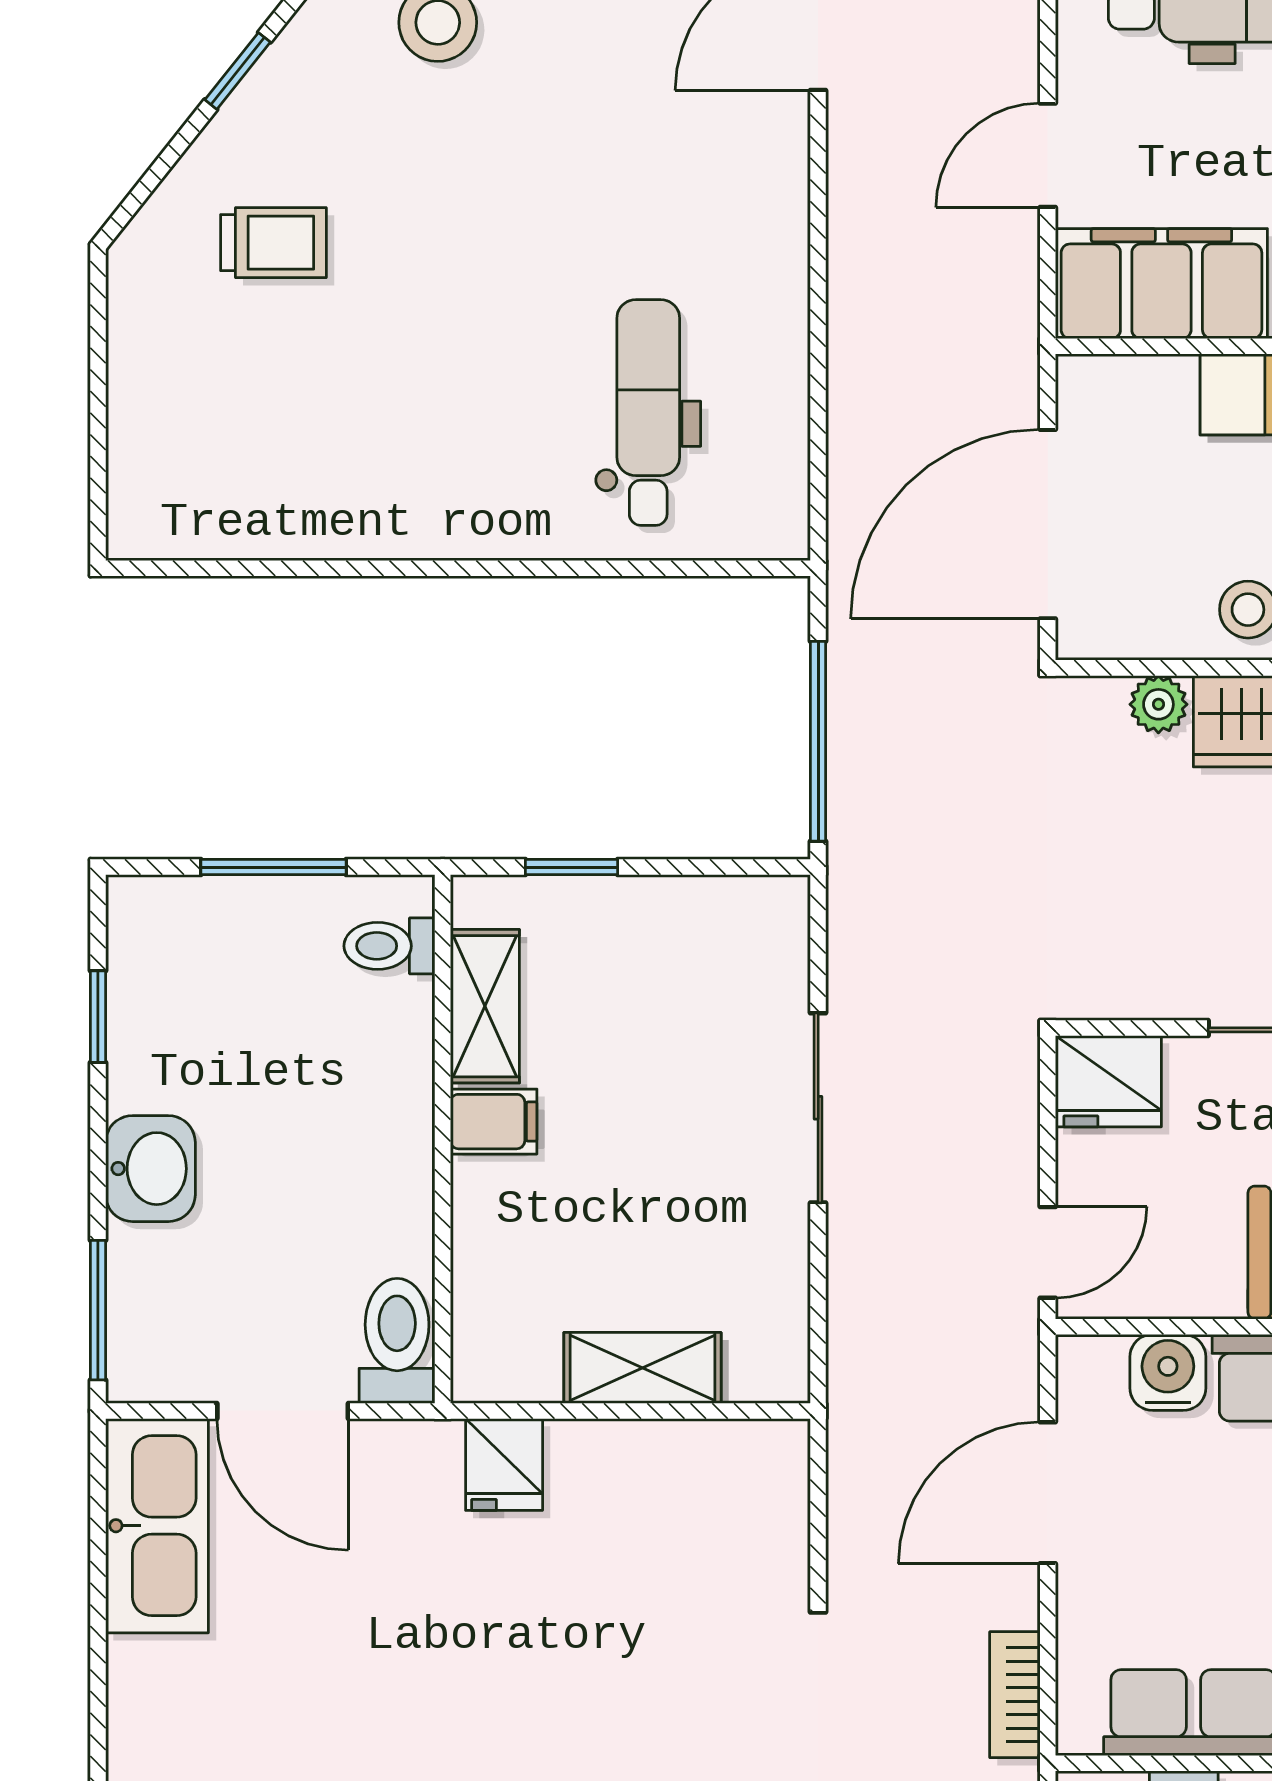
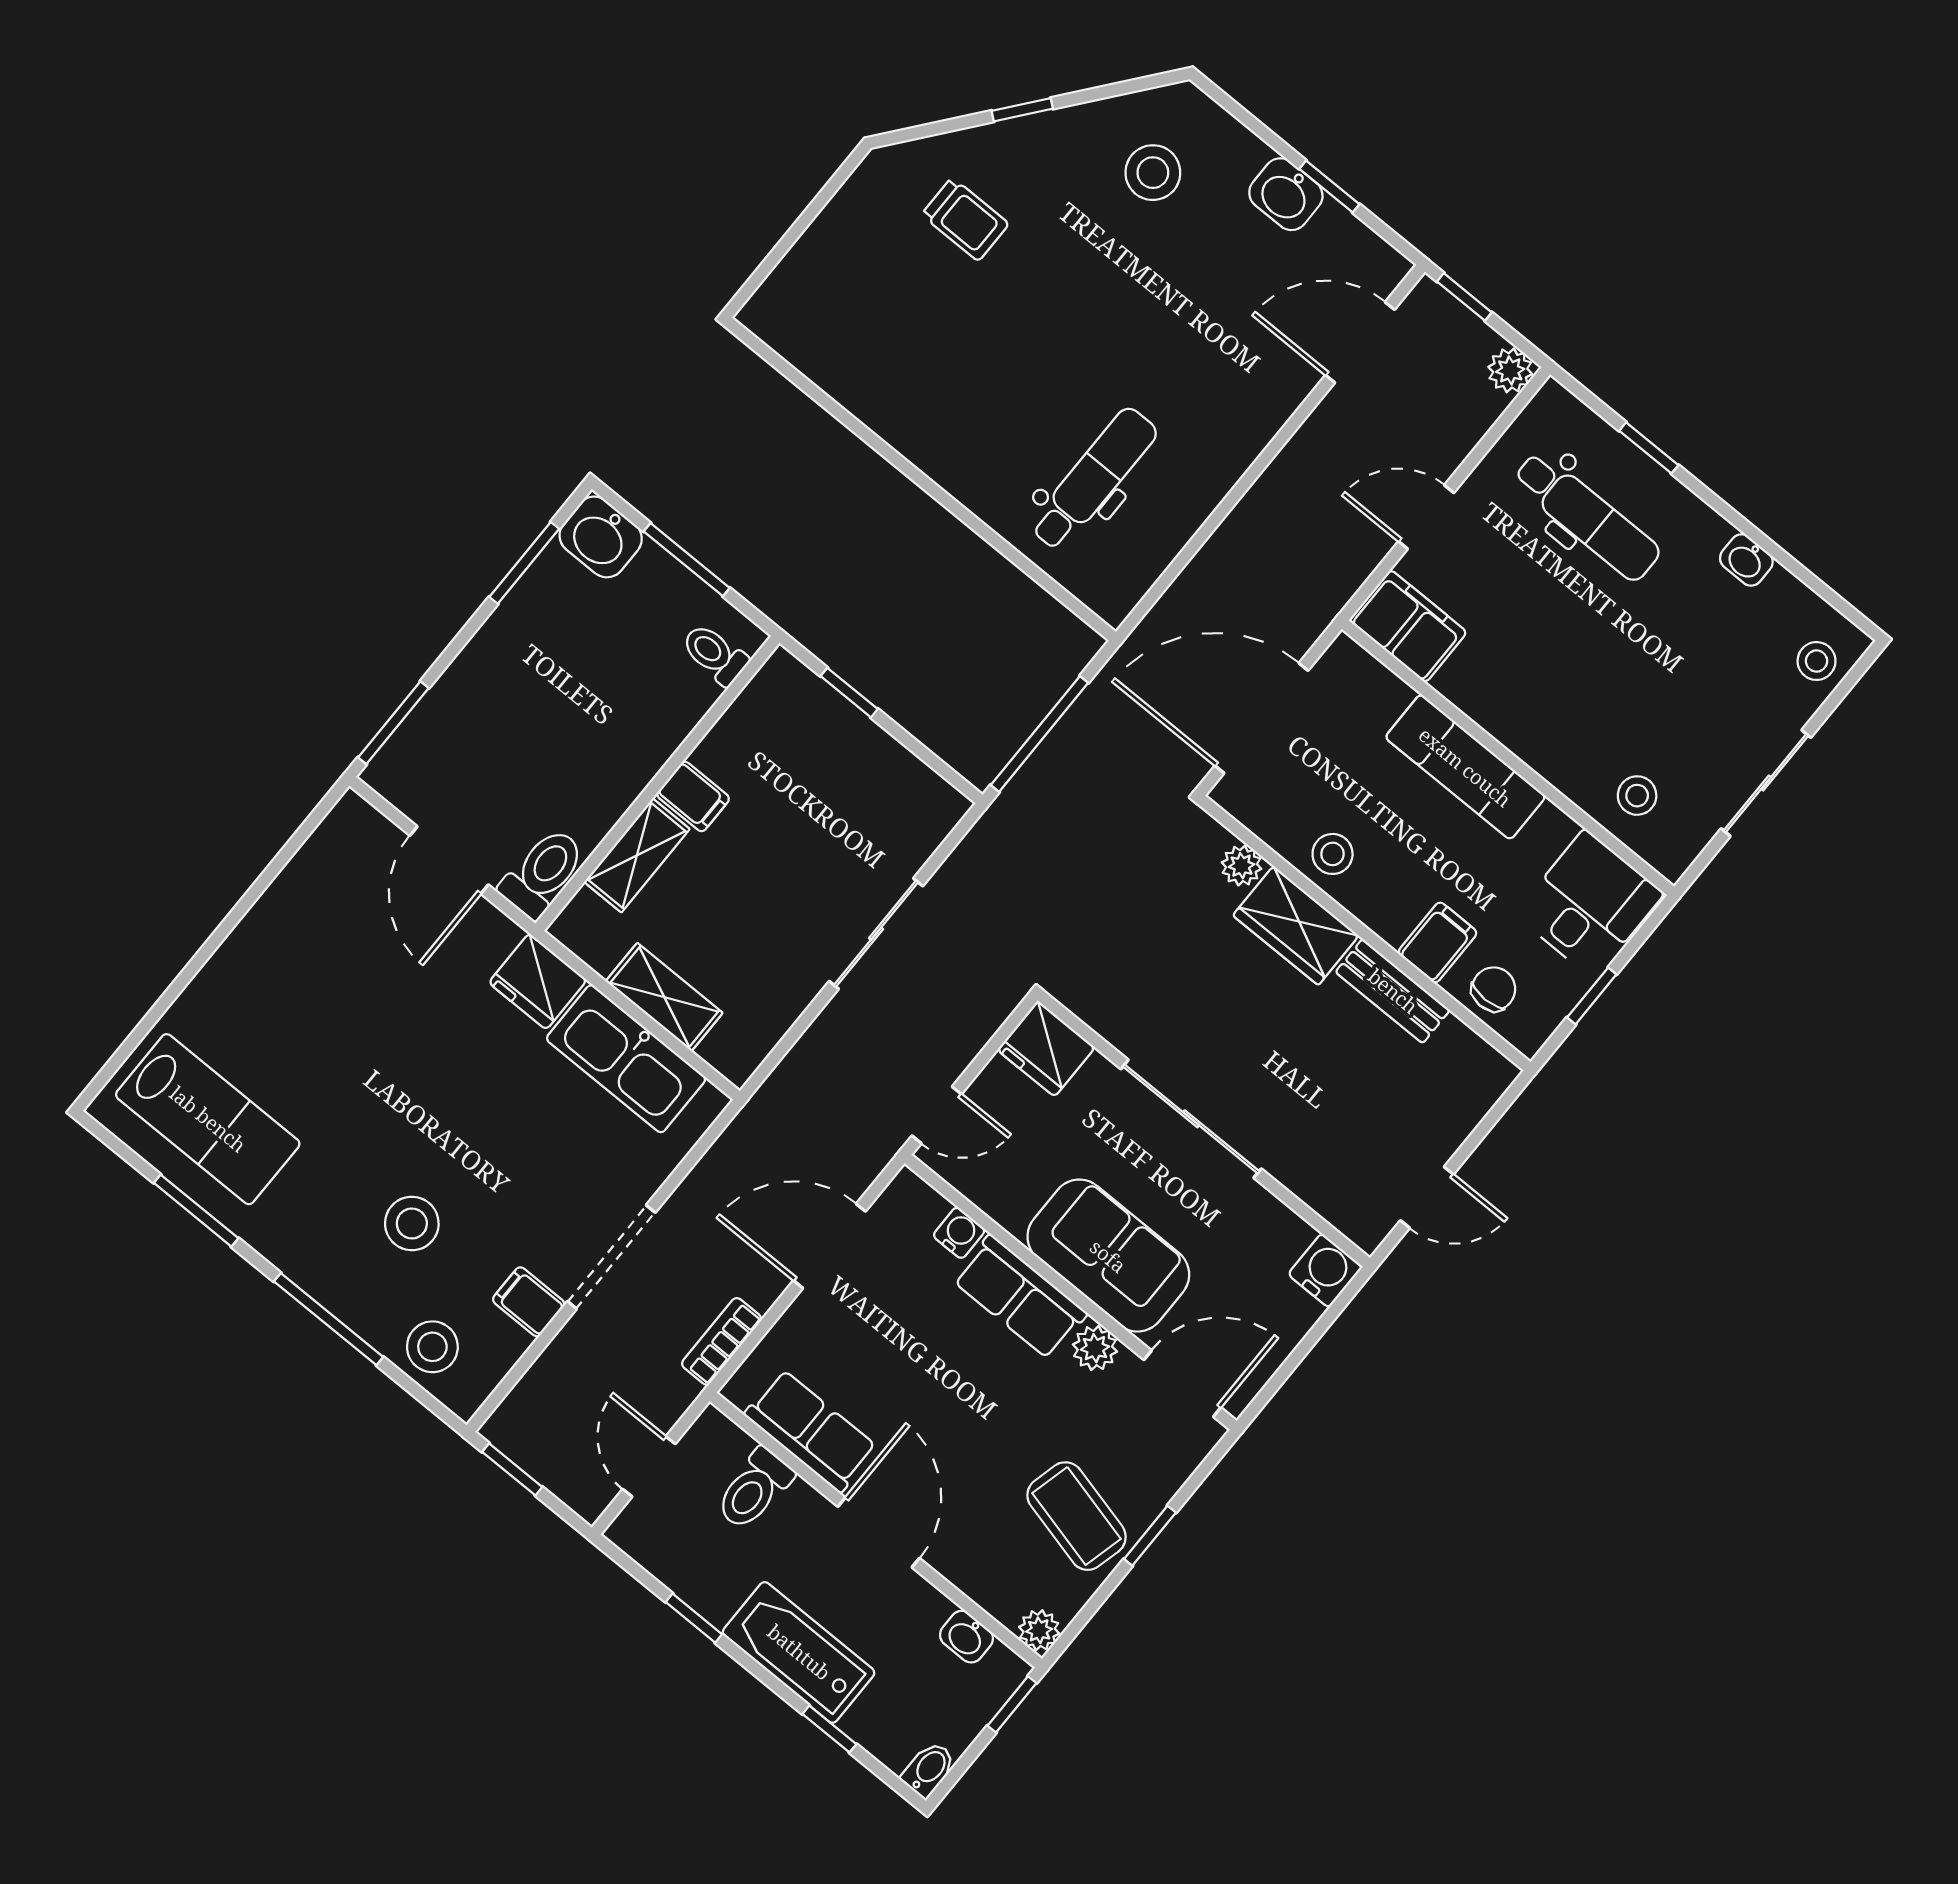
filing cabinet: (1161, 284) -> (1408, 626), width x0.67, depth x0.86
shelving: (485, 1006) -> (637, 855), moved
window: (98, 1017) -> (524, 563), width x1.50
washbasin: (150, 1169) -> (601, 537), moved, turned 90
water cooler: (1168, 1372) -> (959, 1233), width x0.72, depth x0.72
fridge: (504, 1465) -> (538, 981), width x1.38
kitchen sink: (157, 1526) -> (626, 1059), moved, turned 90

